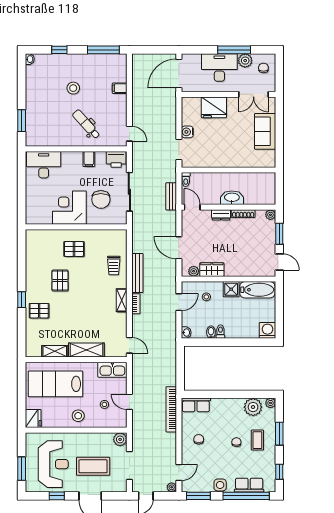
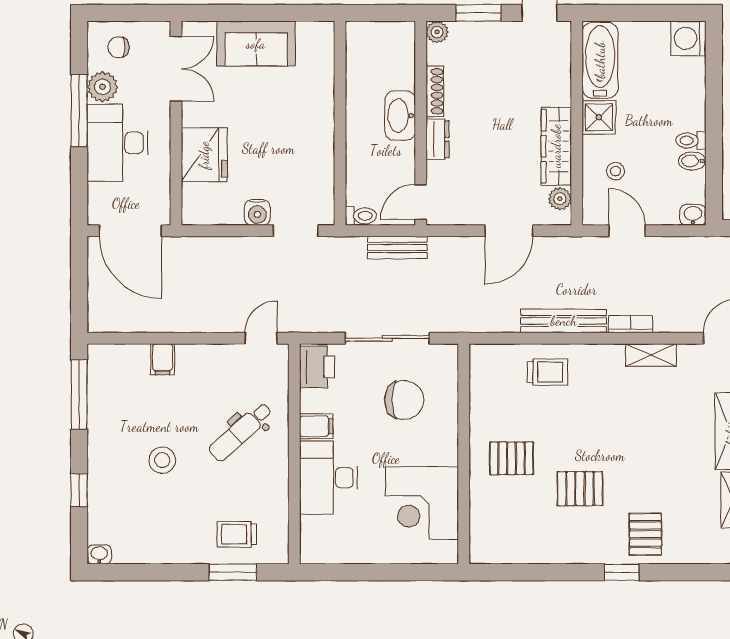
trolley: (39, 122) -> (237, 534), added
desk: (44, 165) -> (329, 478), moved
corner desk: (69, 208) -> (422, 503), moved
pallet: (74, 249) -> (512, 458), turned 90
wardrobe: (212, 270) -> (556, 146), width x1.50
shelving: (122, 300) -> (651, 355), moved

